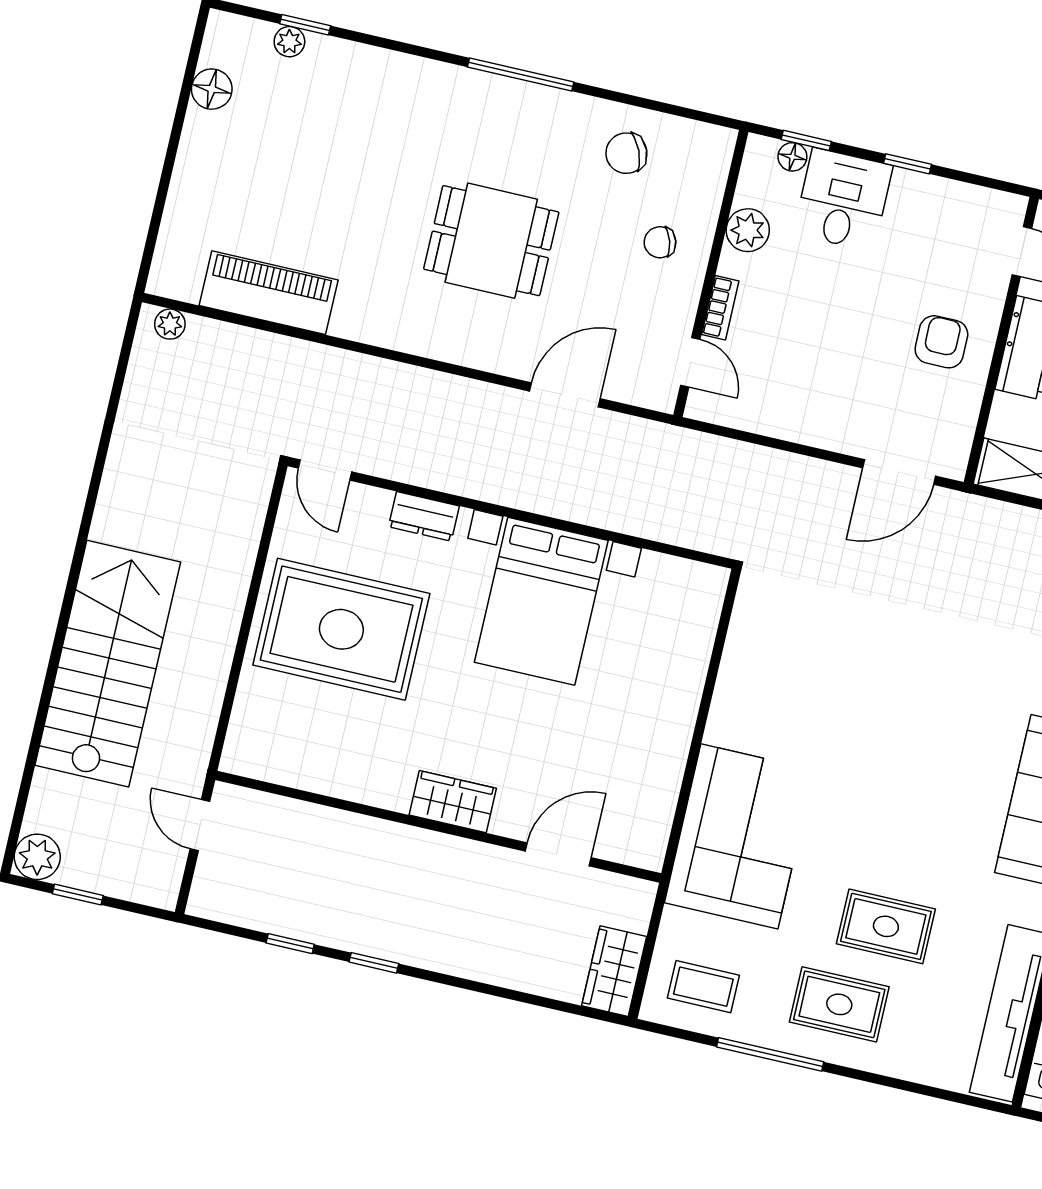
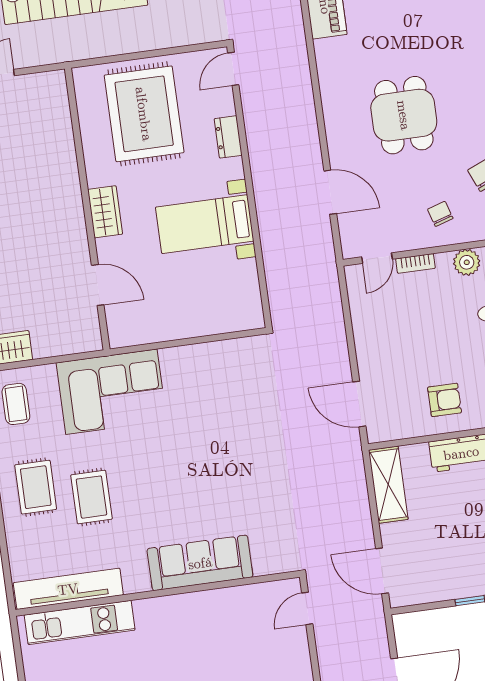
bed with nightstands: (541, 601) -> (205, 224), width x0.73
wardrobe: (453, 802) -> (105, 212), moved
wall: (438, 827) -> (87, 209), moved
door: (558, 854) -> (98, 285), moved

